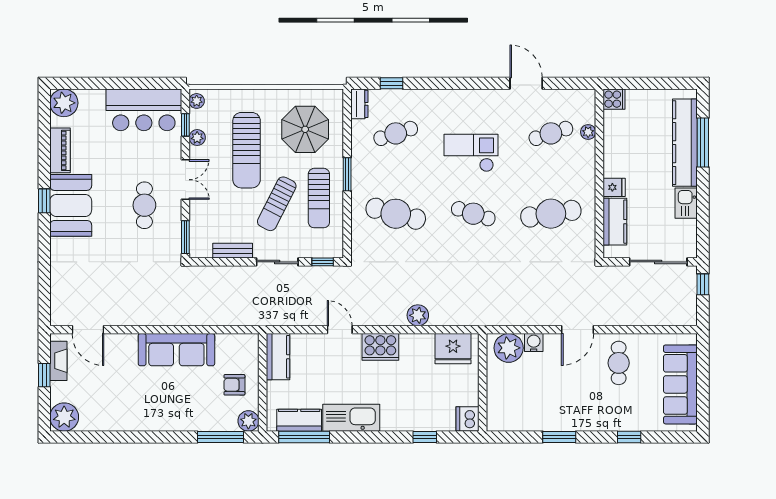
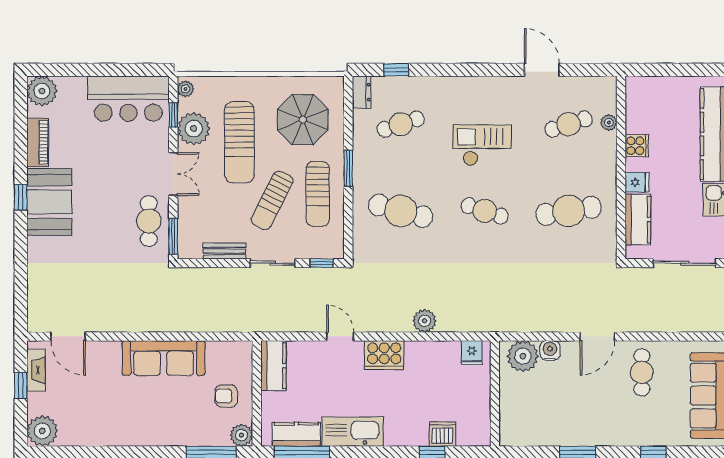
cooker: (614, 99) -> (637, 146), moved
plant: (197, 138) -> (194, 129), width x1.88, depth x1.88
cafe table: (144, 205) -> (149, 221), moved
fridge: (453, 349) -> (472, 353), width x0.53, depth x0.75
dishwasher: (467, 419) -> (442, 434), moved, turned 90

